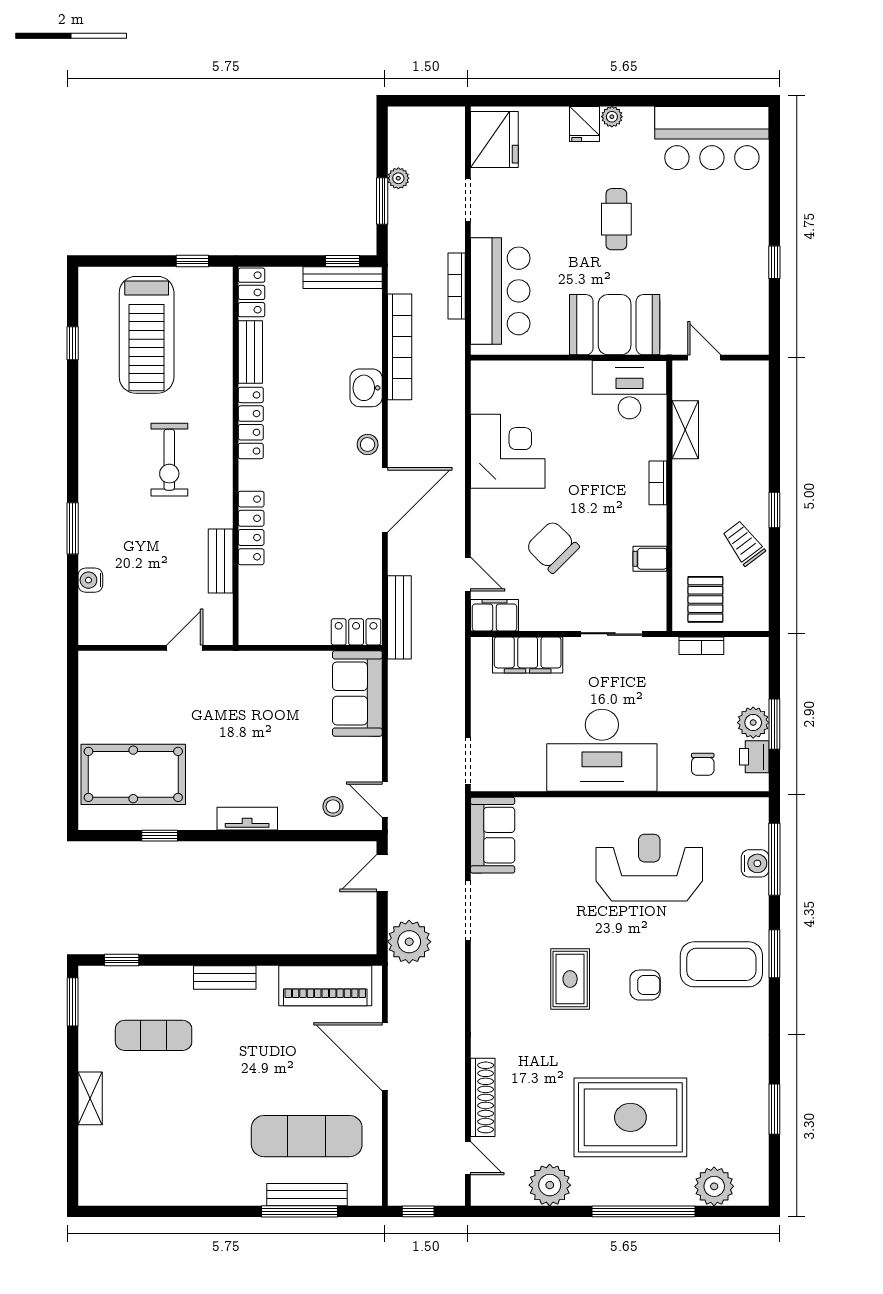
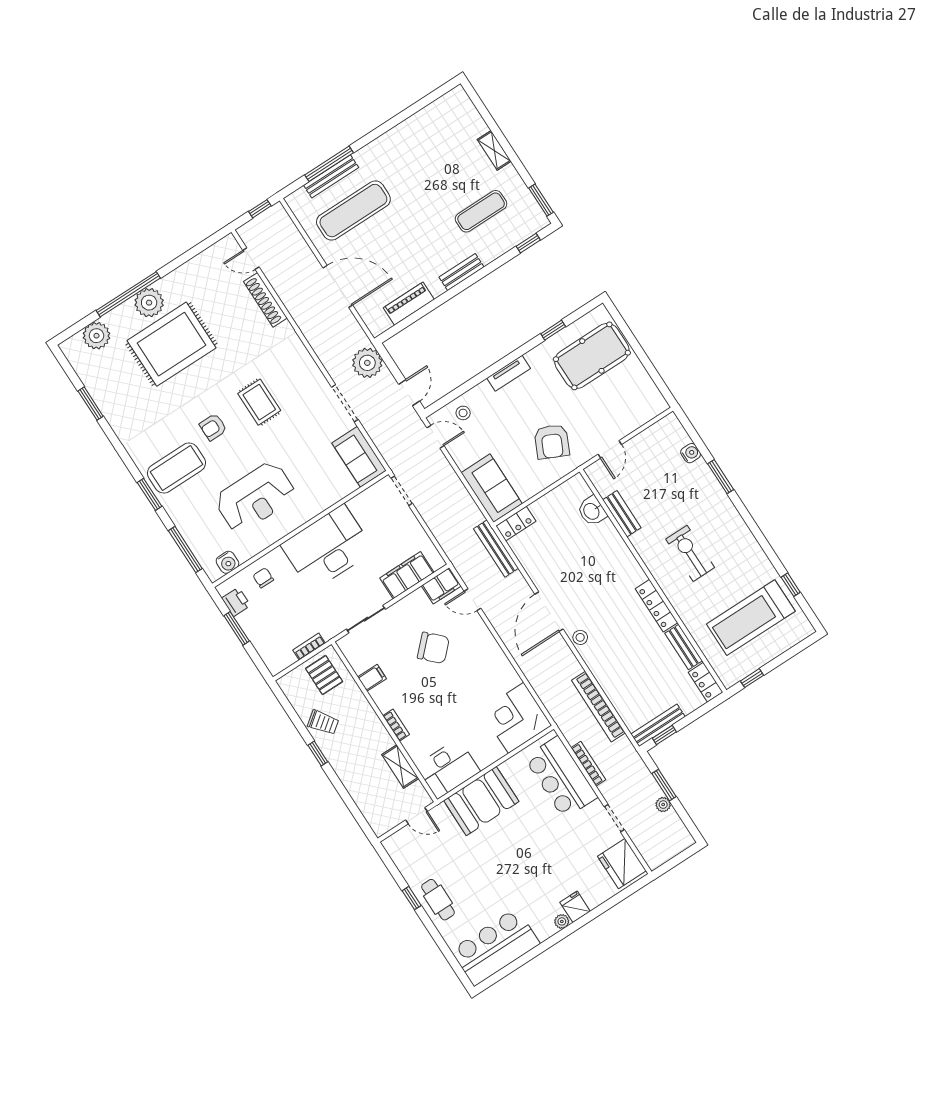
cafe table: (616, 219) -> (438, 900), moved
treadmill: (147, 335) -> (751, 618), turned -90
washbasin: (366, 388) -> (592, 511), moved, turned 180
corner desk: (508, 451) -> (516, 718), moved, turned 90
locker: (251, 528) -> (616, 545), removed
armchair: (249, 703) -> (552, 442), added
plant: (753, 723) -> (250, 621), removed
water cooler: (755, 863) -> (227, 562), moved, turned -90
piano: (325, 986) -> (409, 304), width x0.73, depth x0.75
plant: (550, 1185) -> (149, 303), moved

